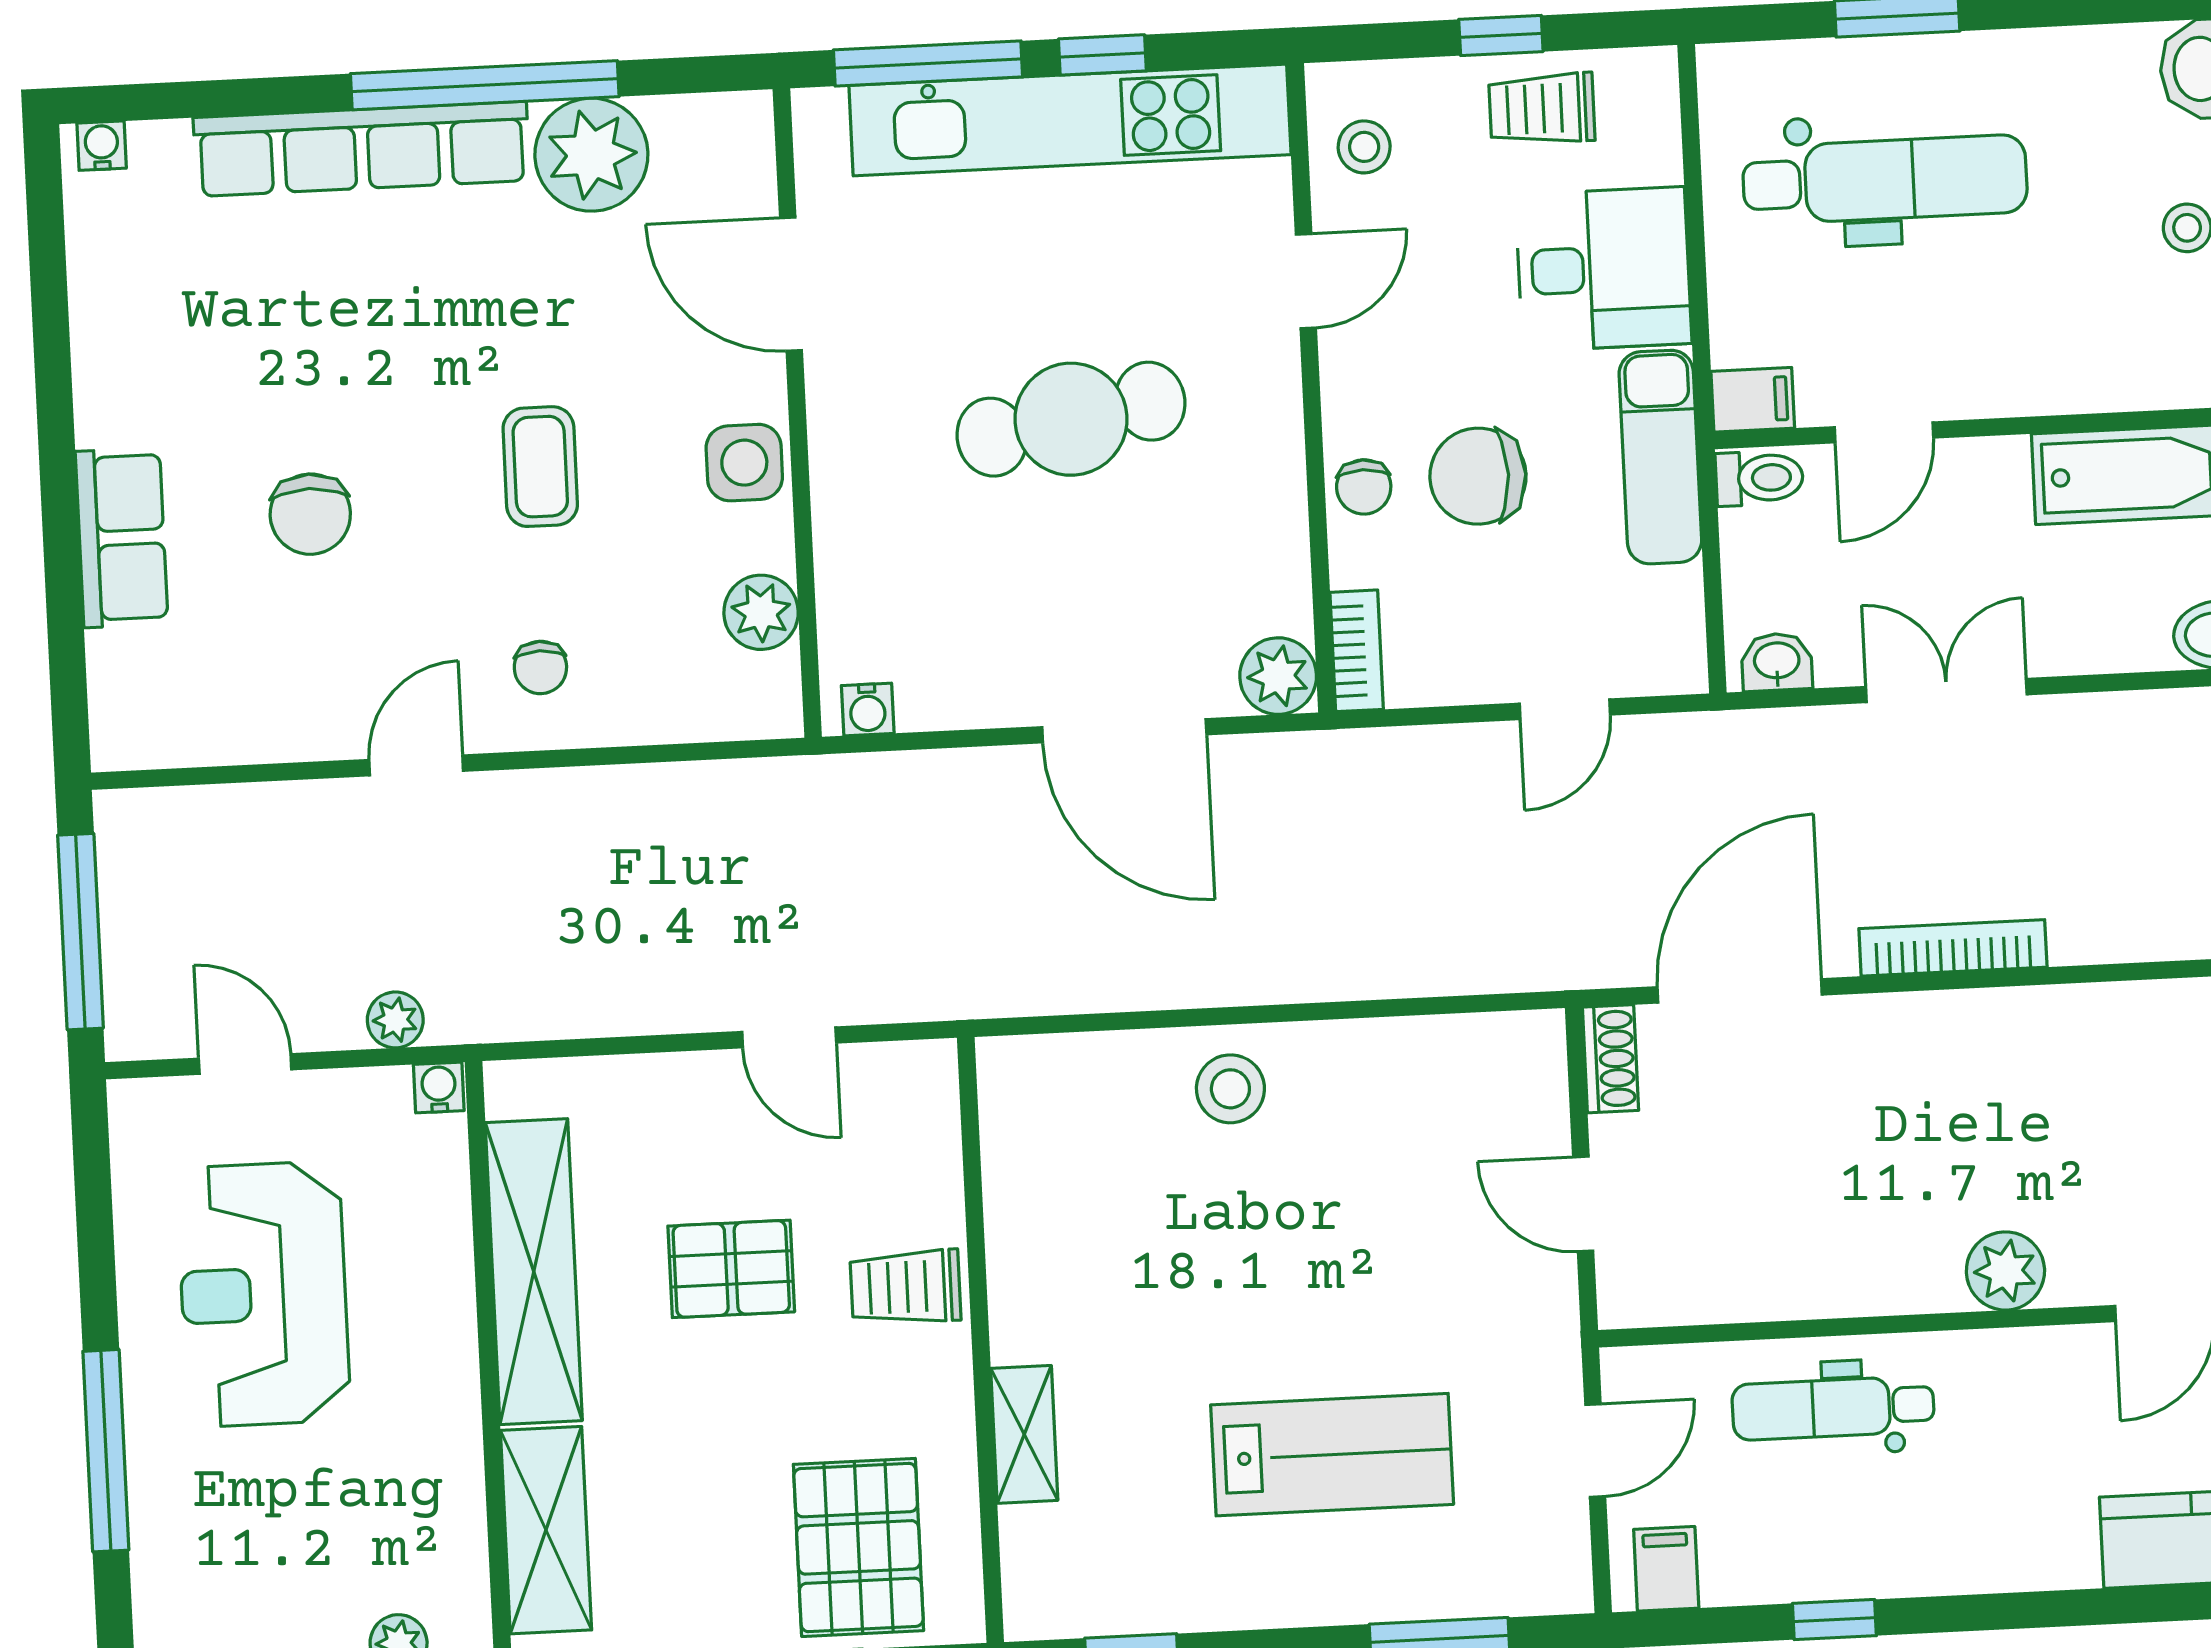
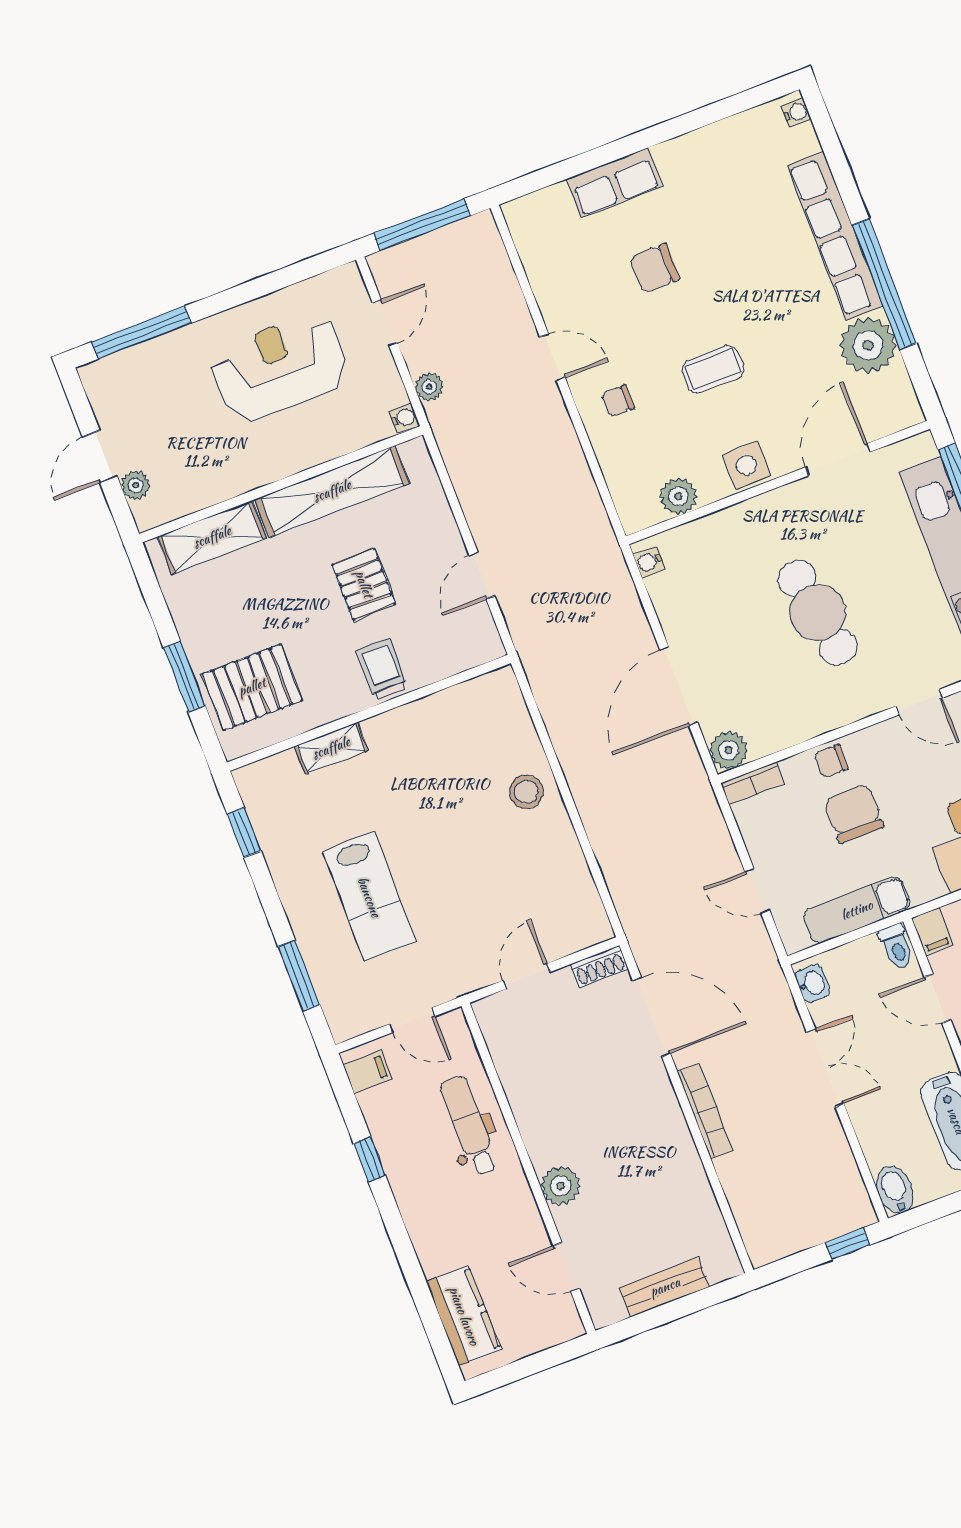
exam couch: (1660, 457) -> (857, 910), moved
window: (106, 1451) -> (142, 332), moved

